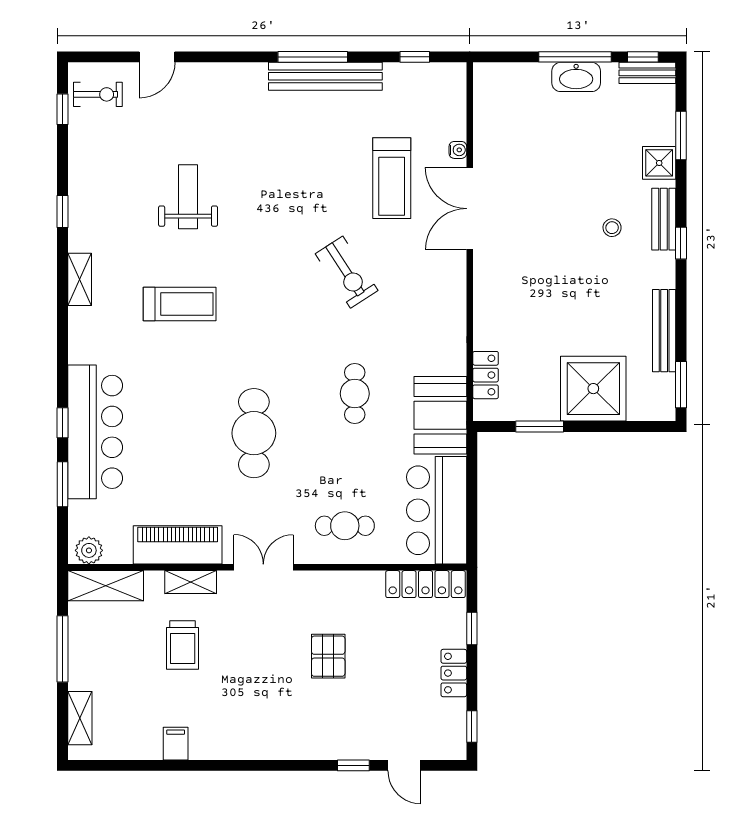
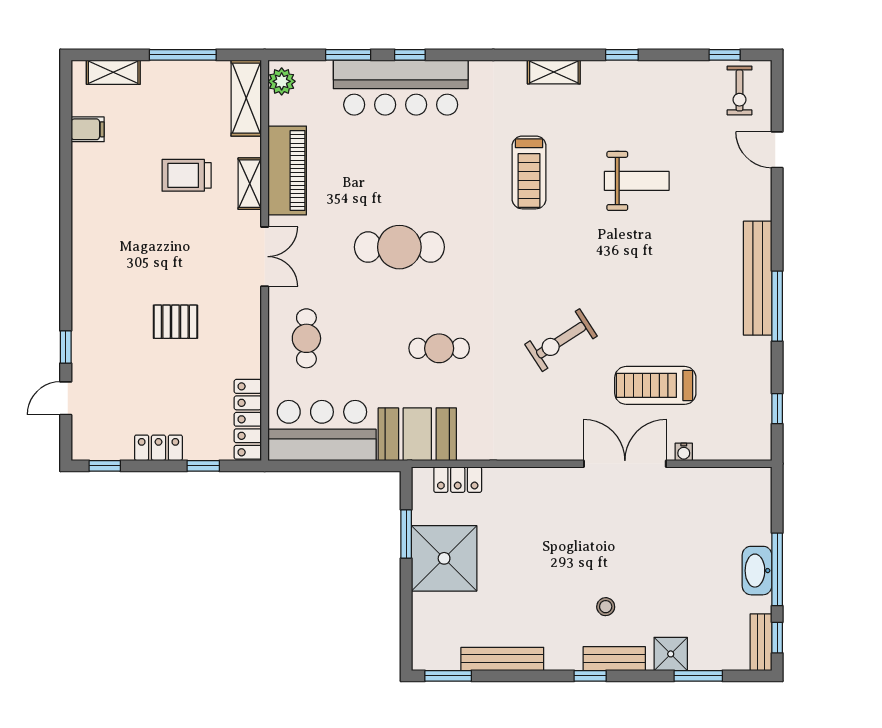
bench: (325, 76) -> (758, 278), moved
shower: (593, 389) -> (444, 558), moved
filing cabinet: (176, 744) -> (88, 129), moved

